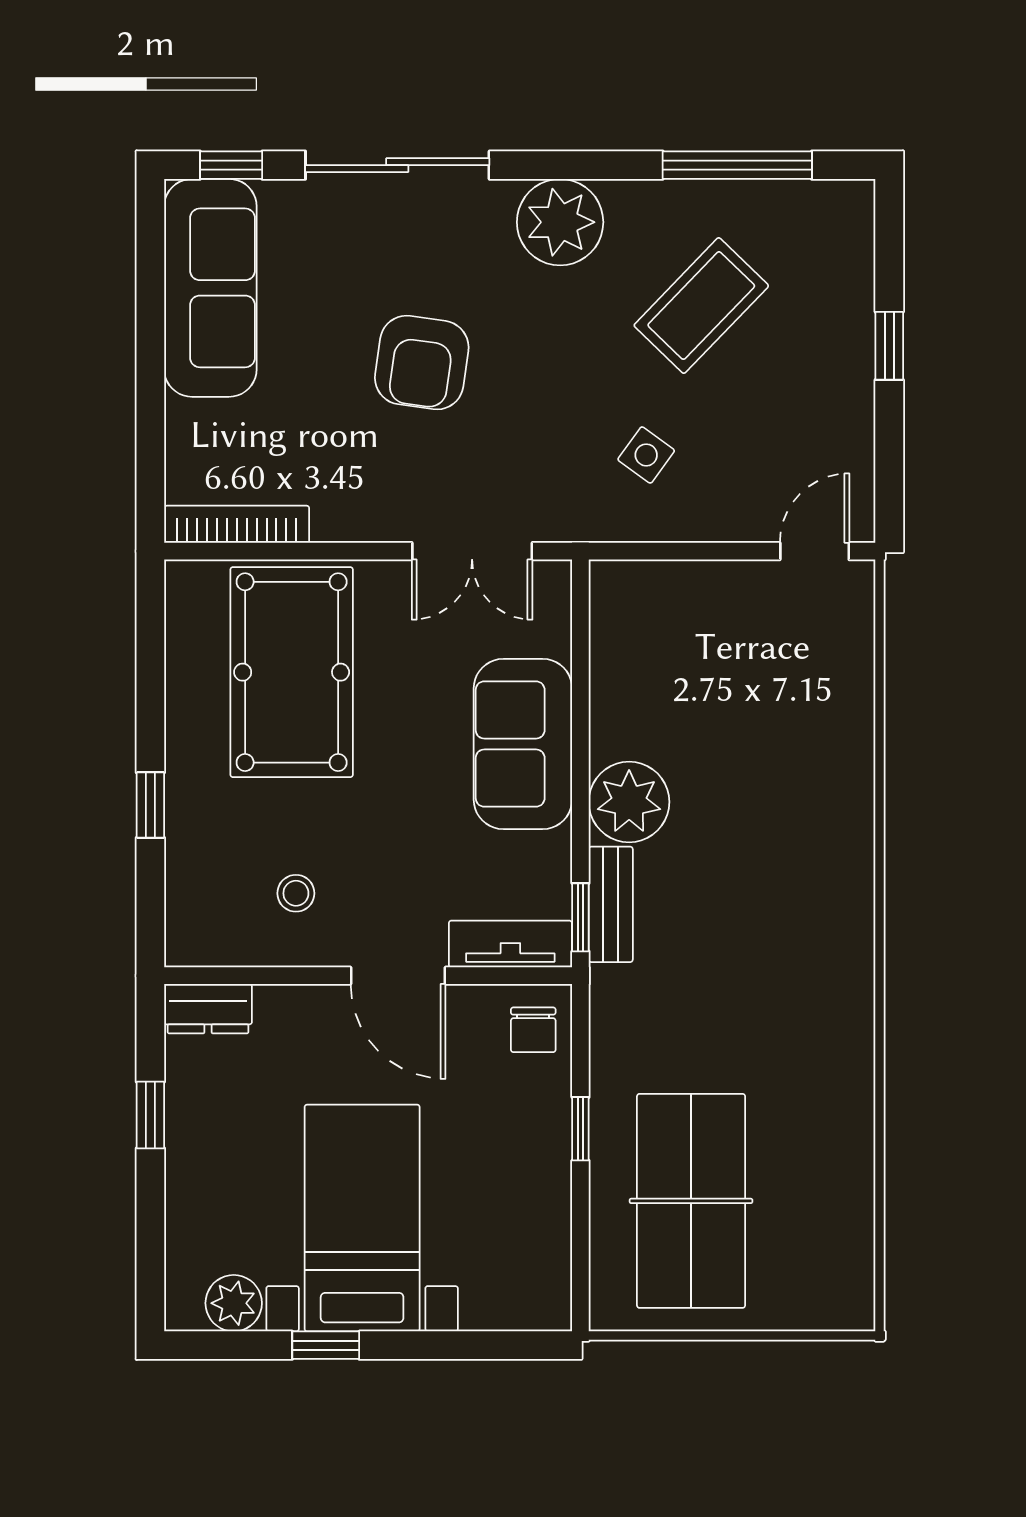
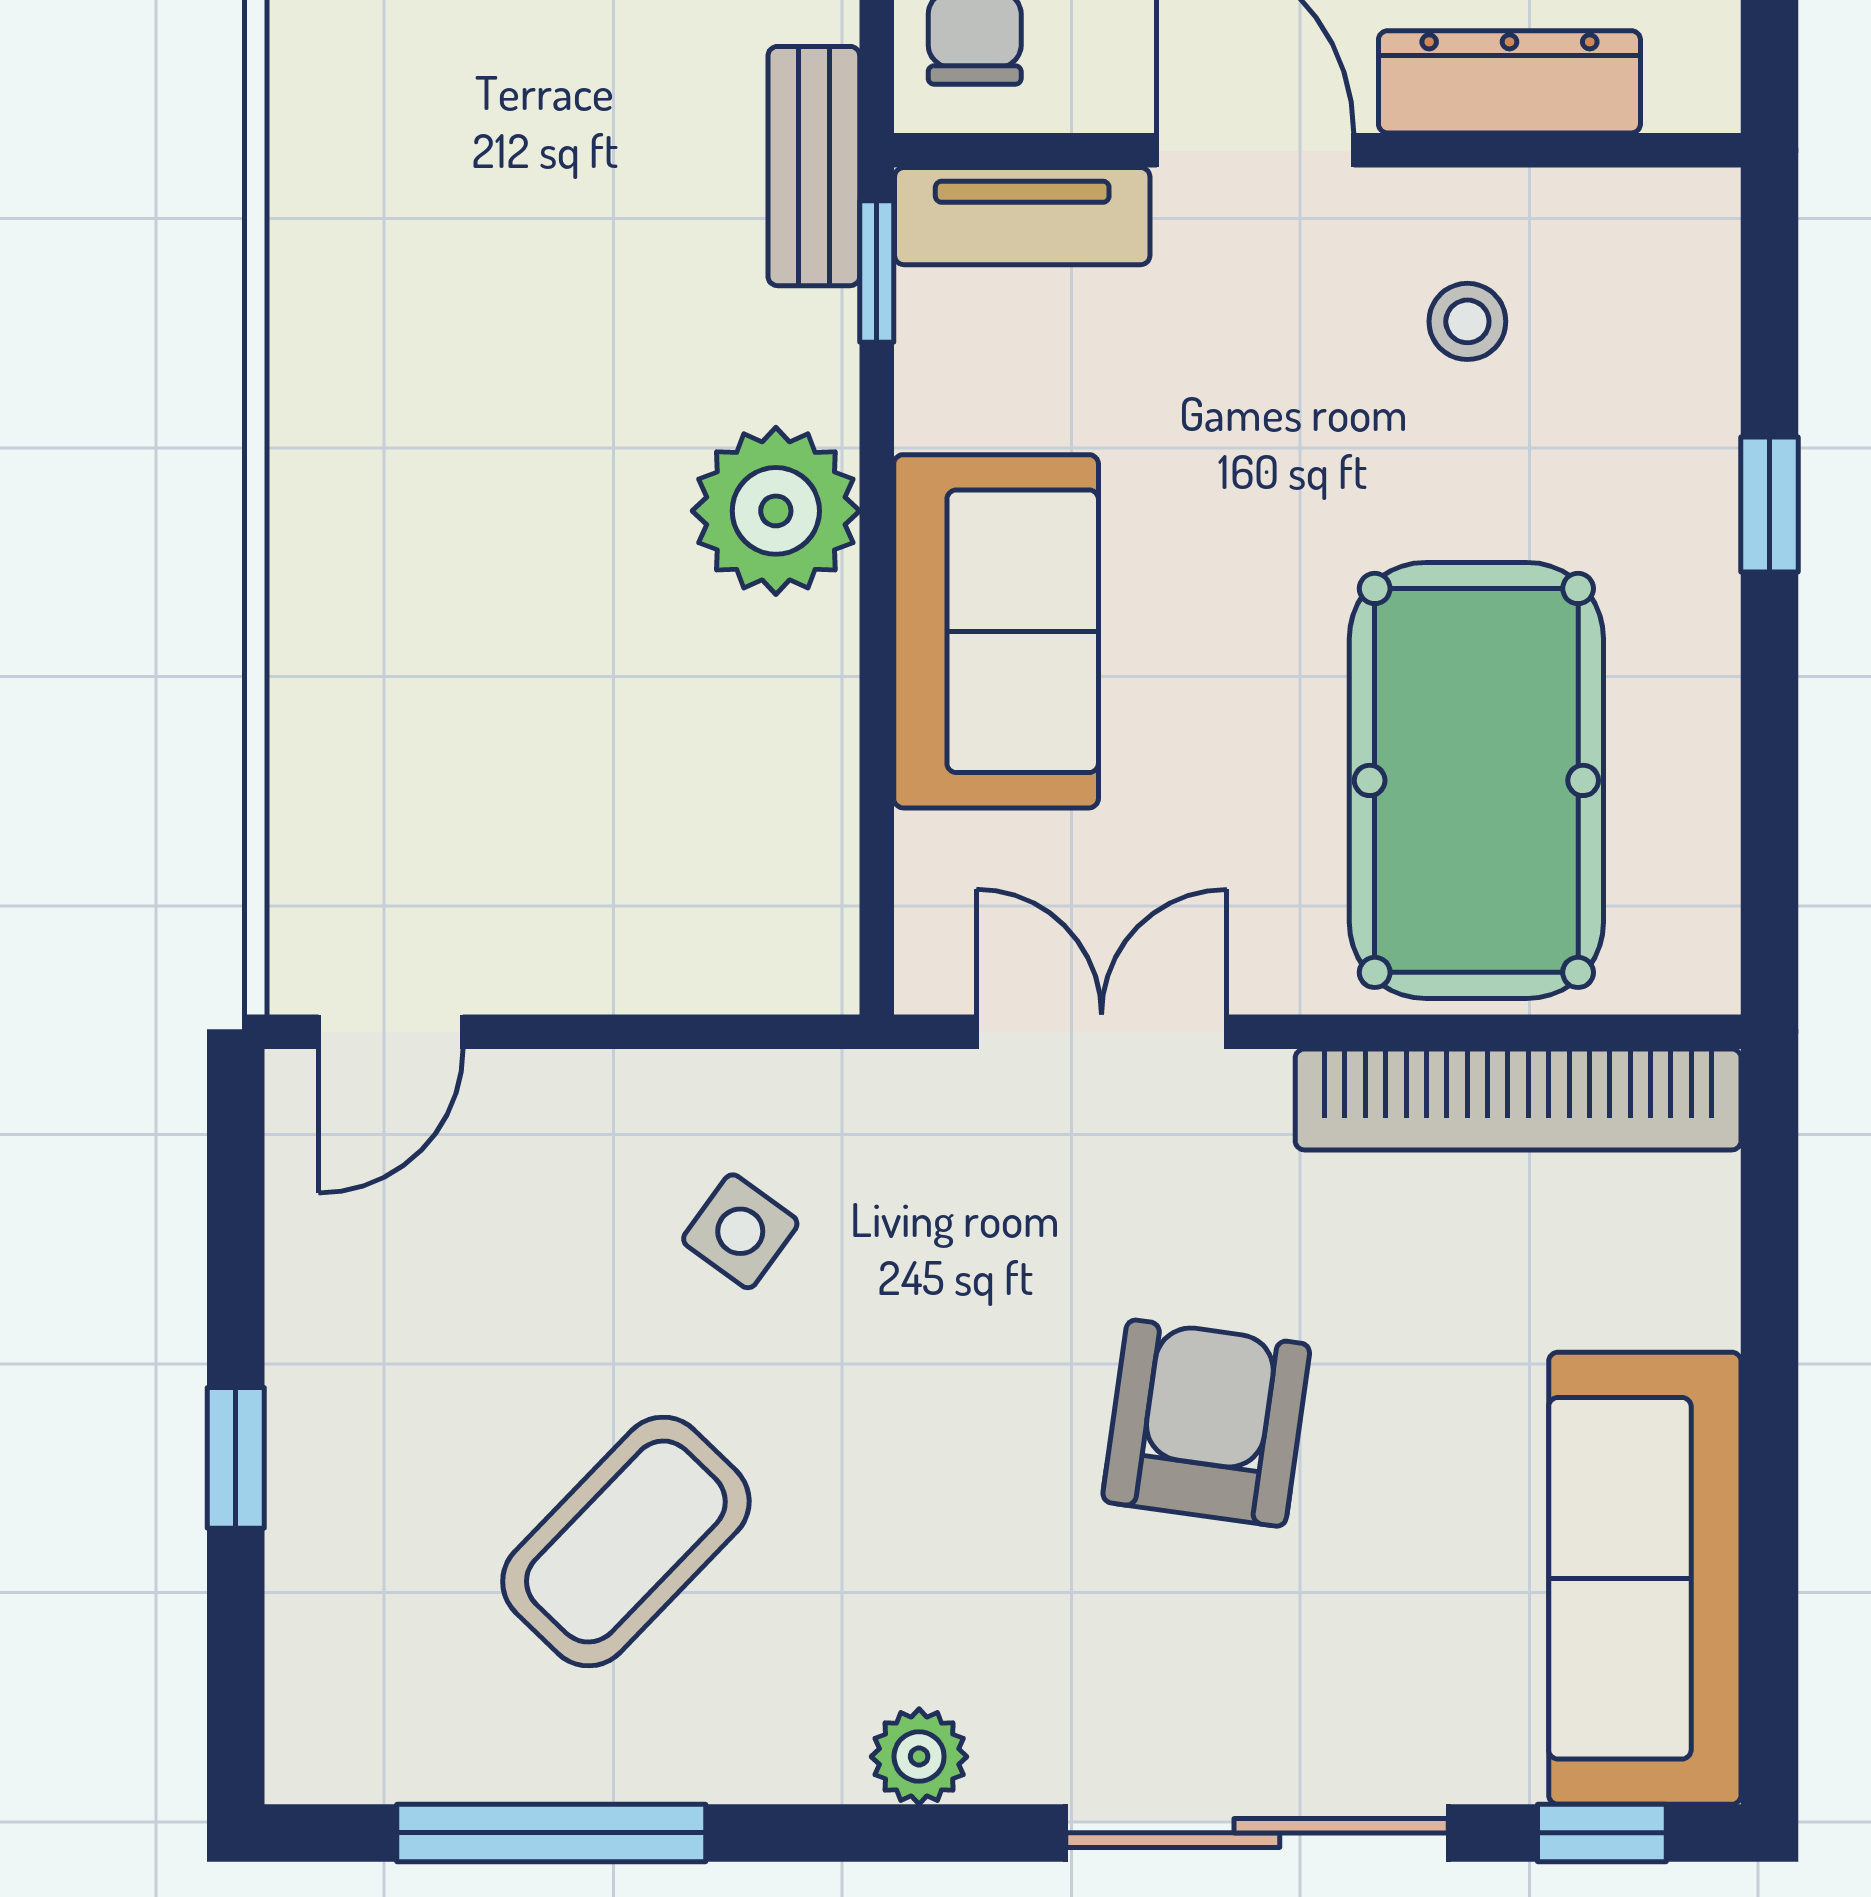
plant: (560, 222) -> (919, 1757), width x0.53, depth x0.53
bookcase: (237, 524) -> (1518, 1099), width x1.48, depth x1.31
bench: (611, 904) -> (814, 166), moved
dresser: (208, 1009) -> (1509, 82), moved, width x1.44

